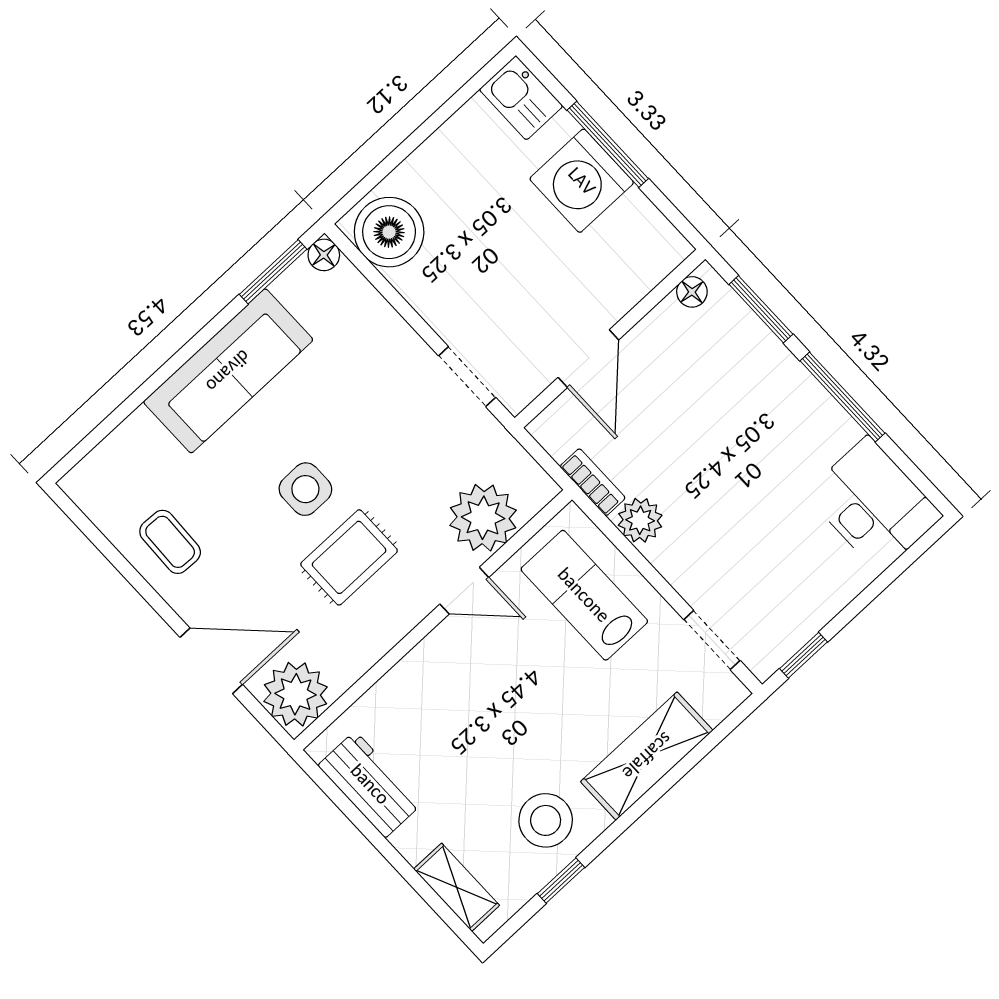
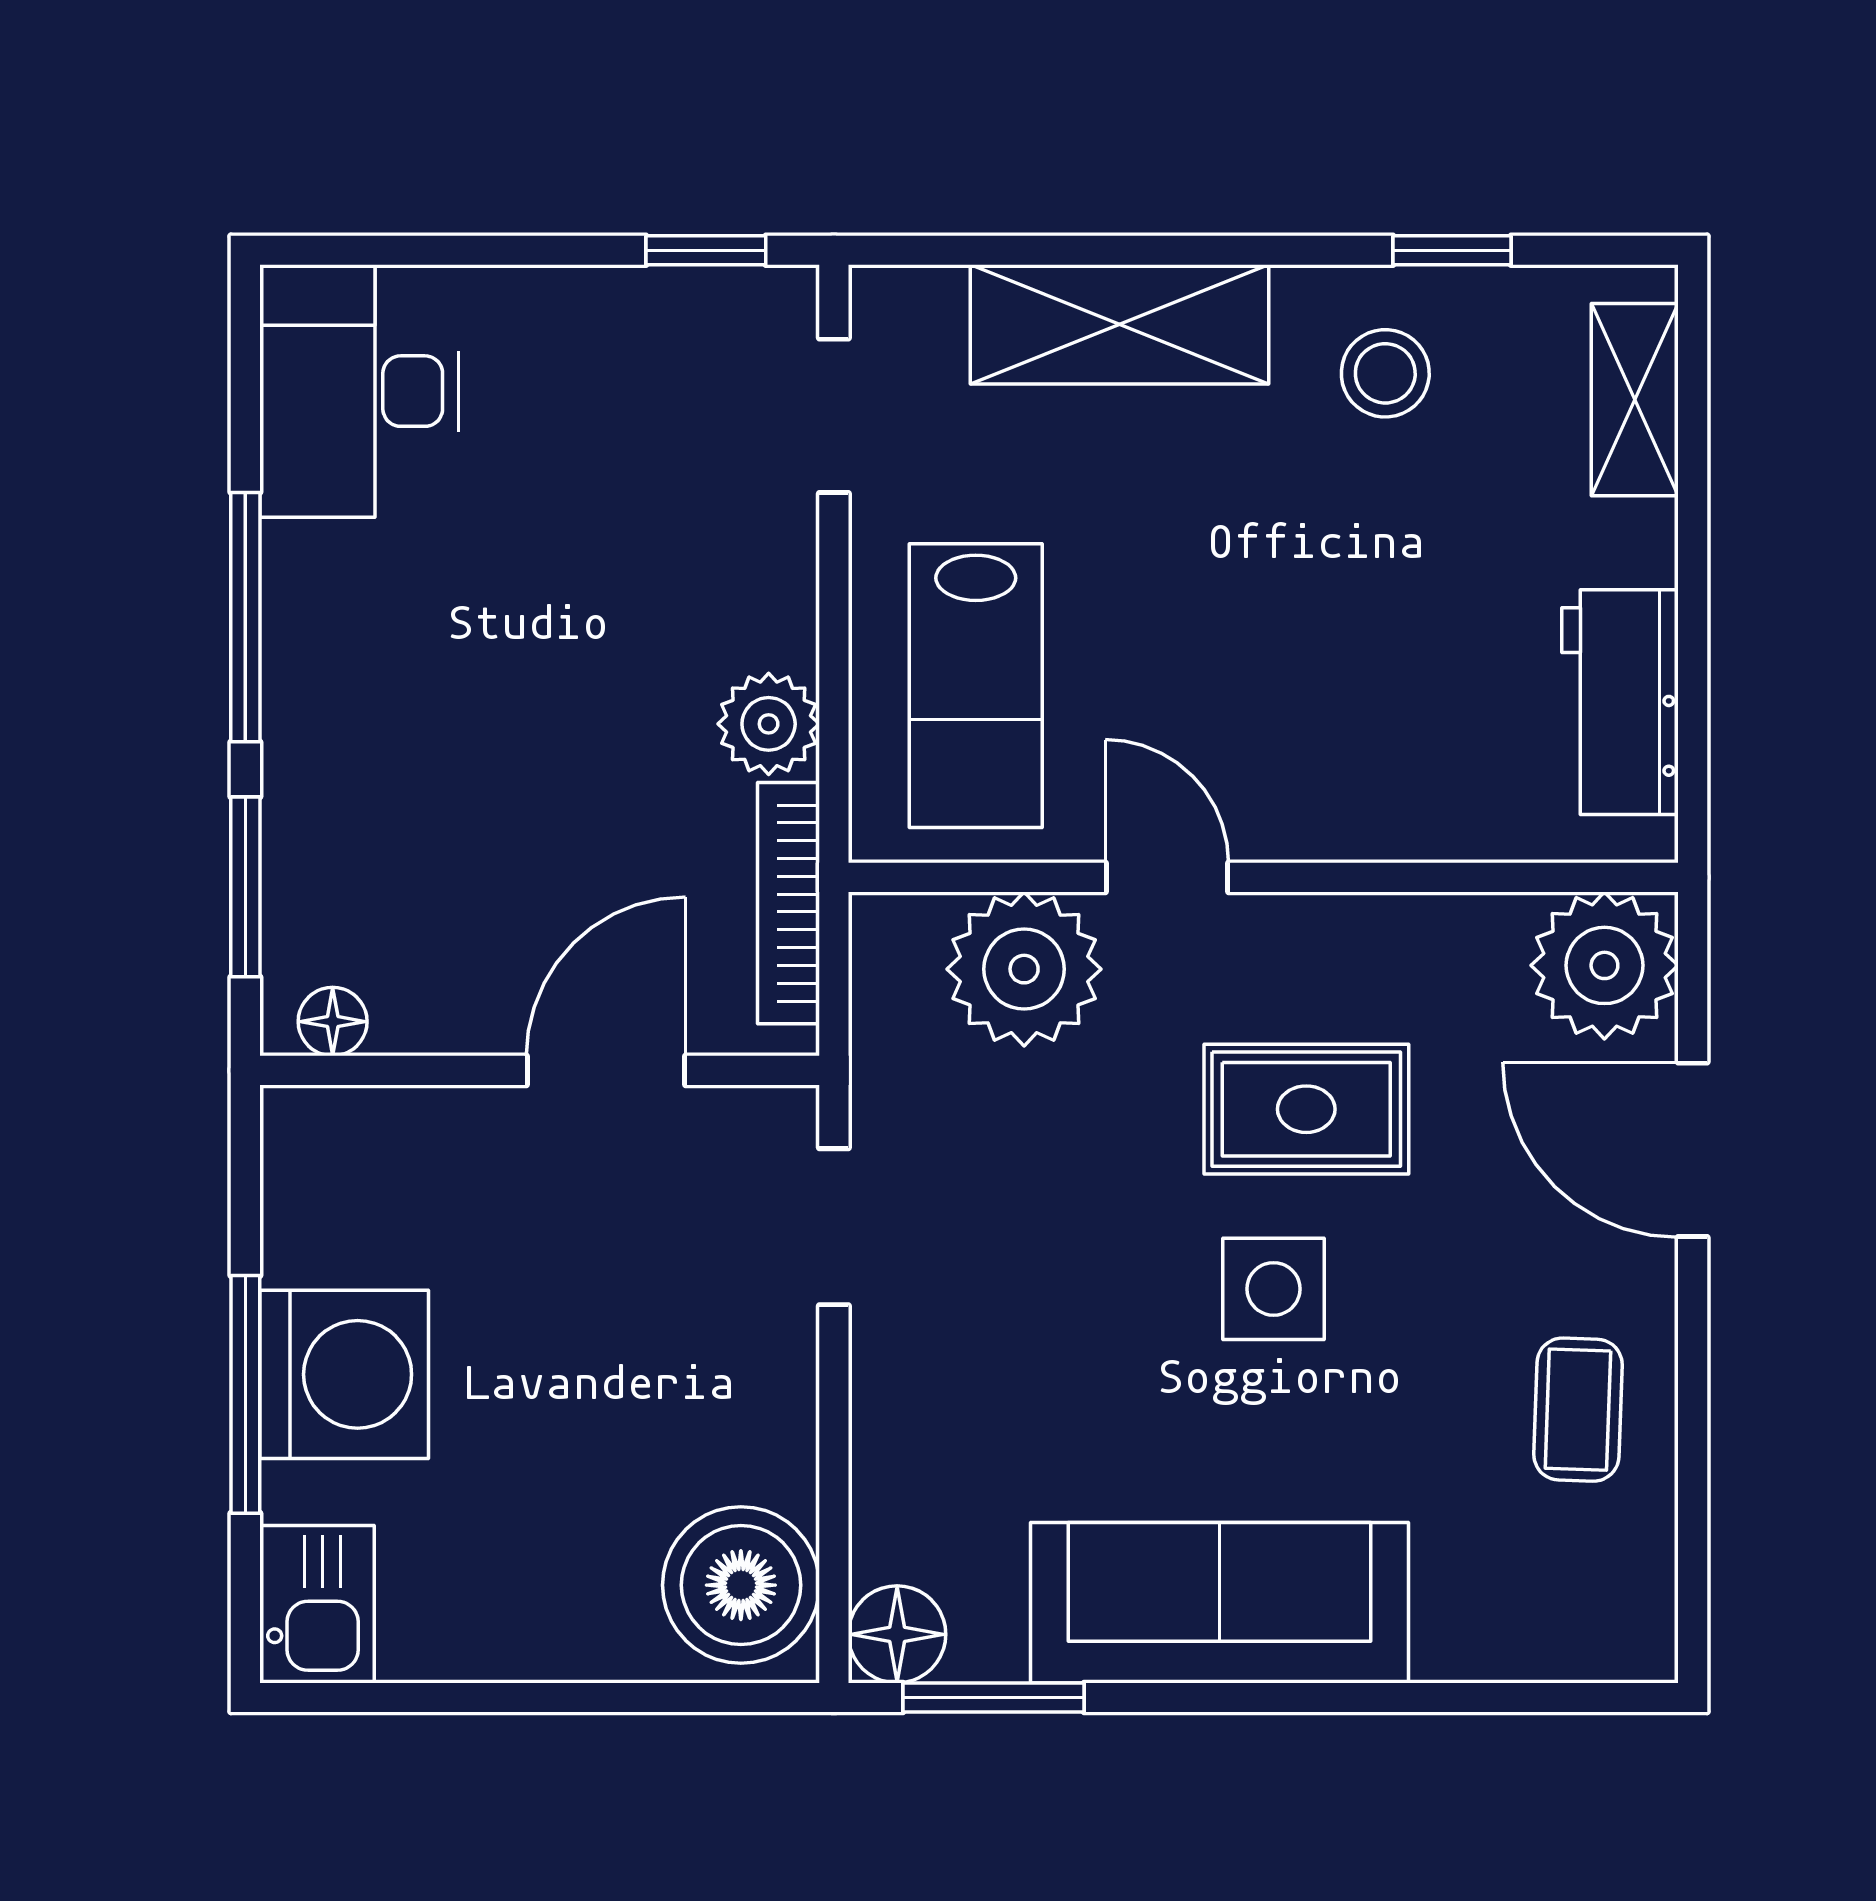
floor lamp: (324, 255) -> (897, 1634), width x1.37, depth x1.37
bookcase: (593, 482) -> (789, 903), width x1.56
stool: (546, 820) -> (1385, 373), width x0.73, depth x0.73

